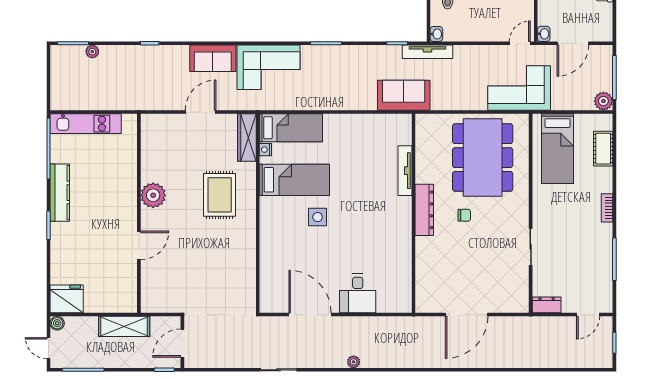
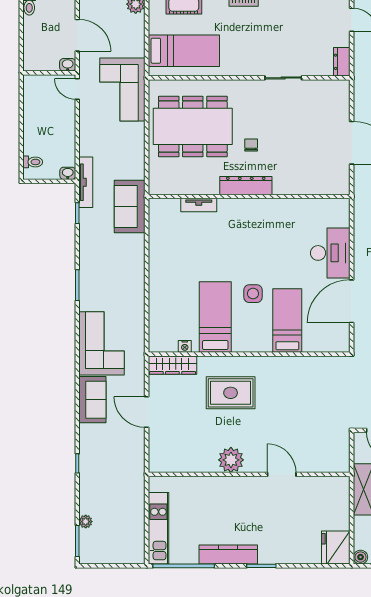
bed: (291, 128) -> (287, 321), moved
tv unit: (405, 171) -> (199, 205), width x0.71
desk: (358, 293) -> (330, 253), width x1.37

